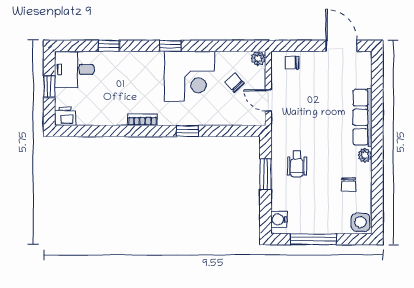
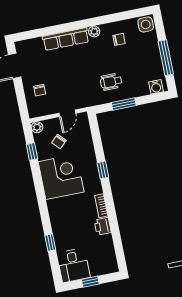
window: (170, 46) -> (32, 152), moved
chair: (292, 62) -> (40, 90), moved
printer: (65, 116) -> (103, 226), moved
wheelchair: (297, 164) -> (111, 82), turned 180

